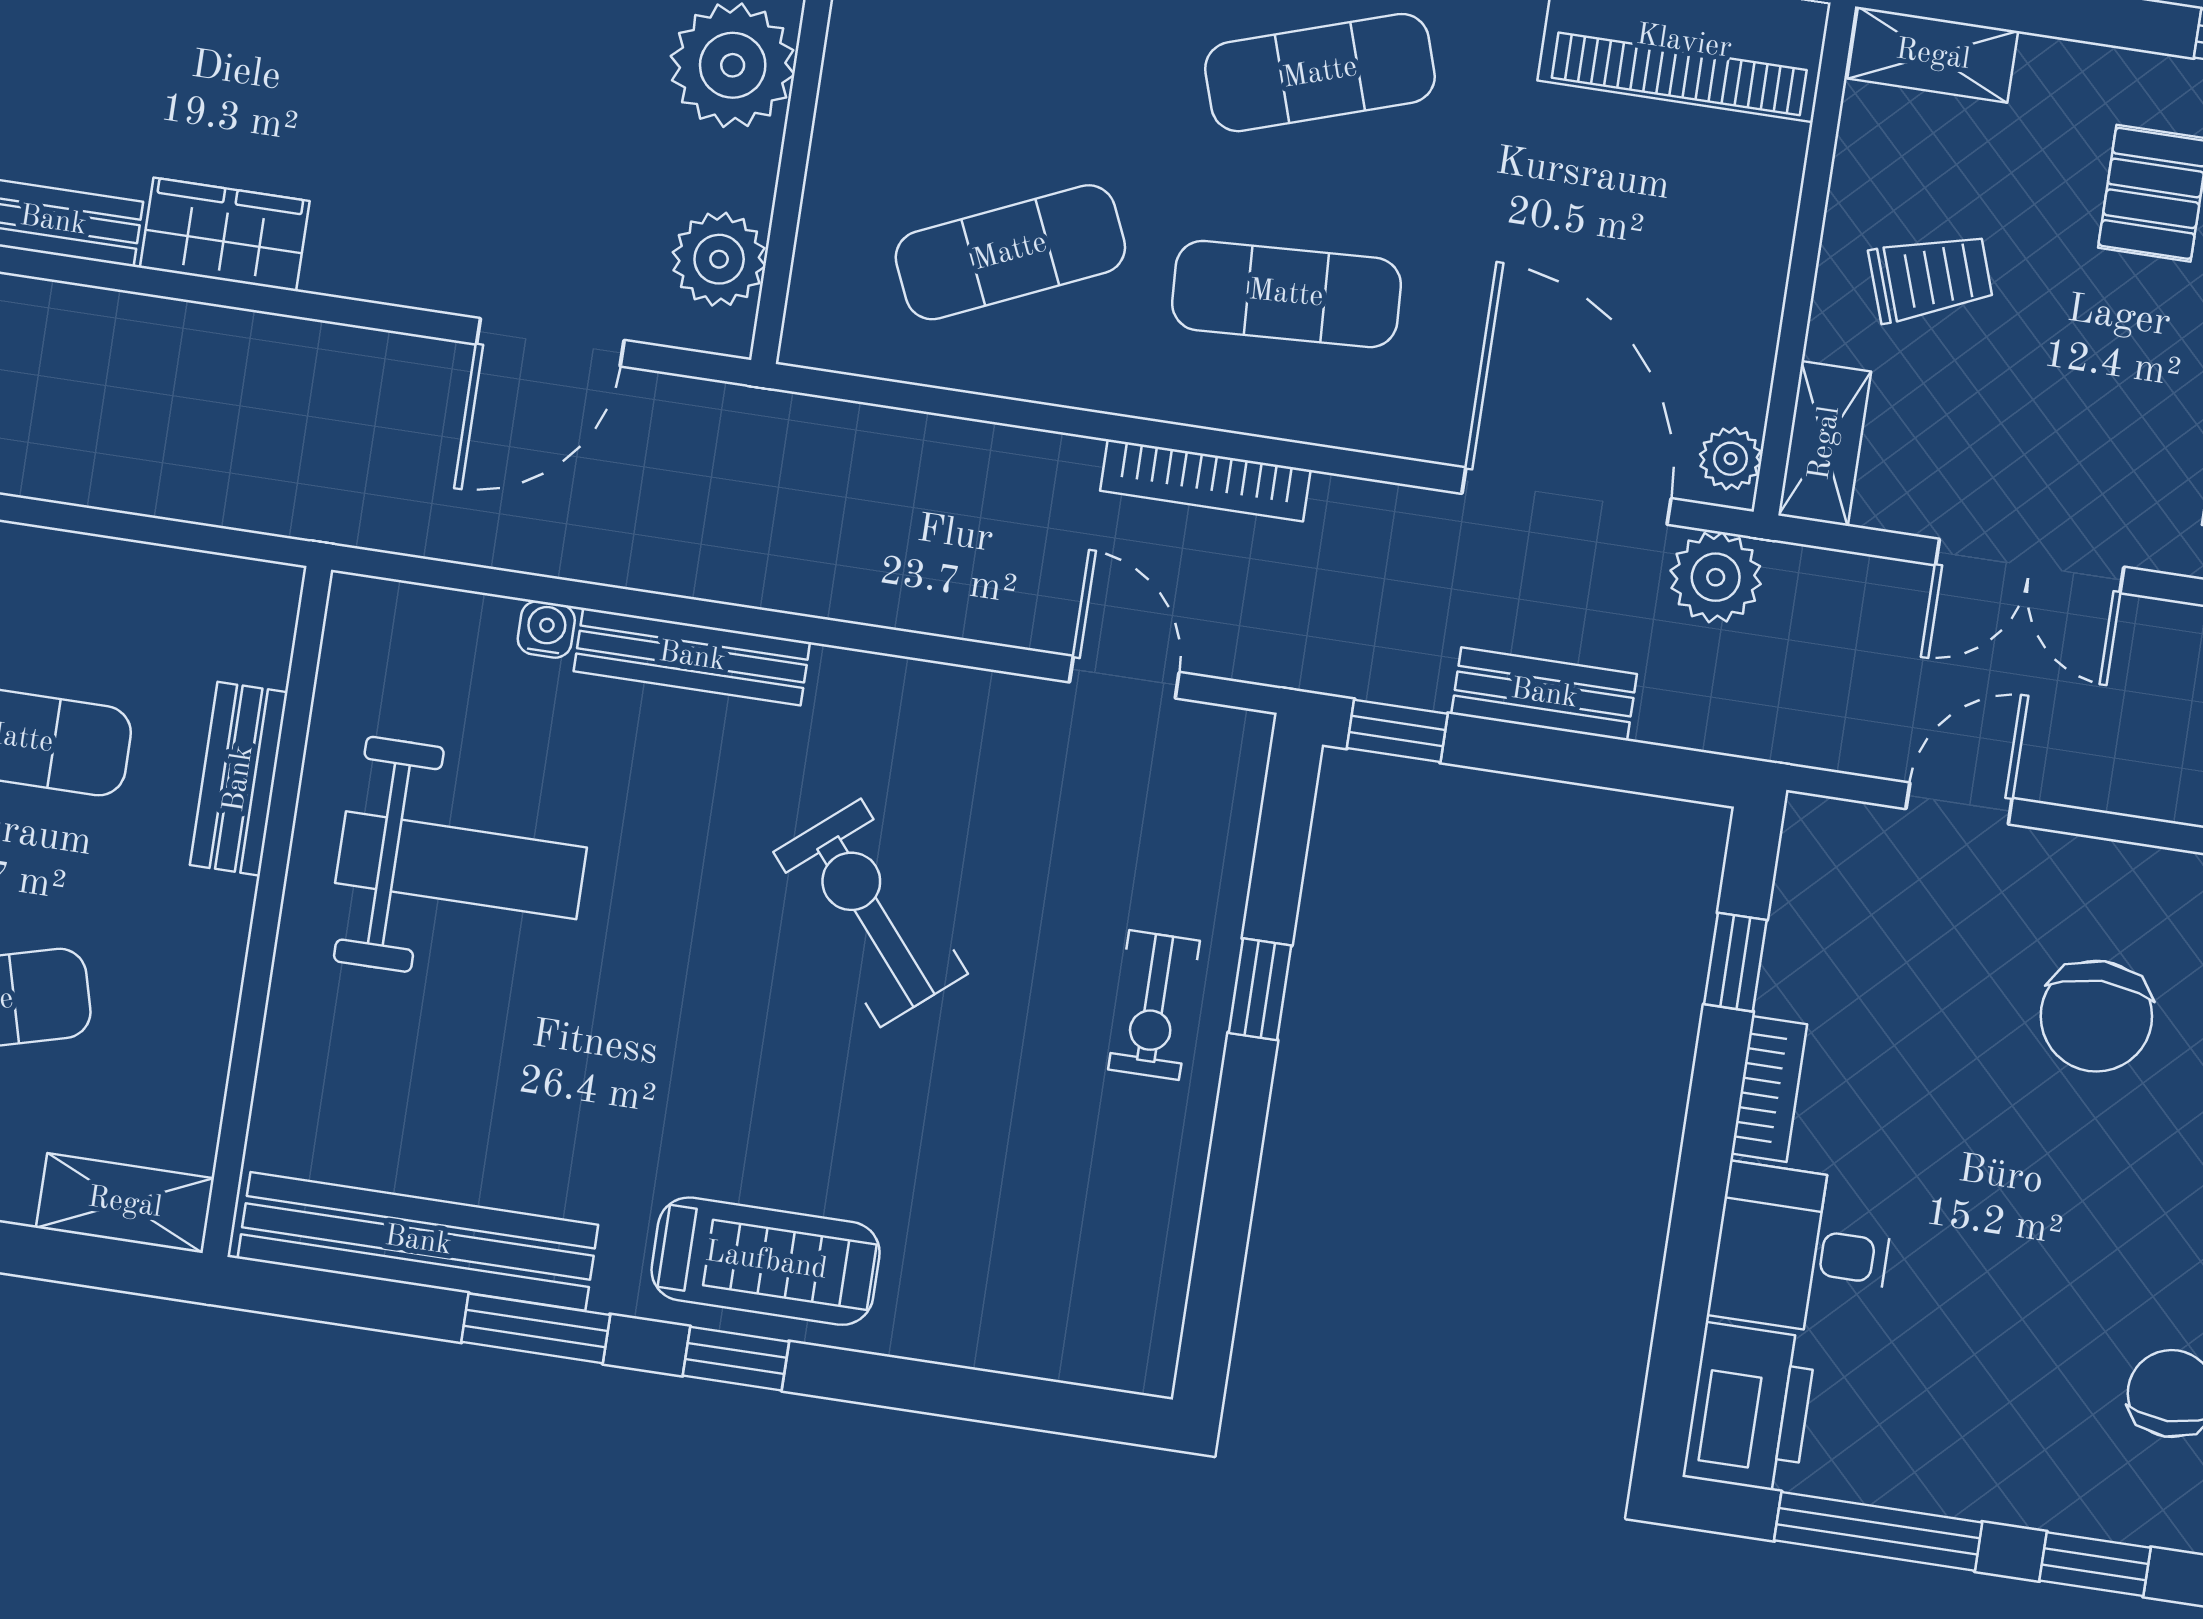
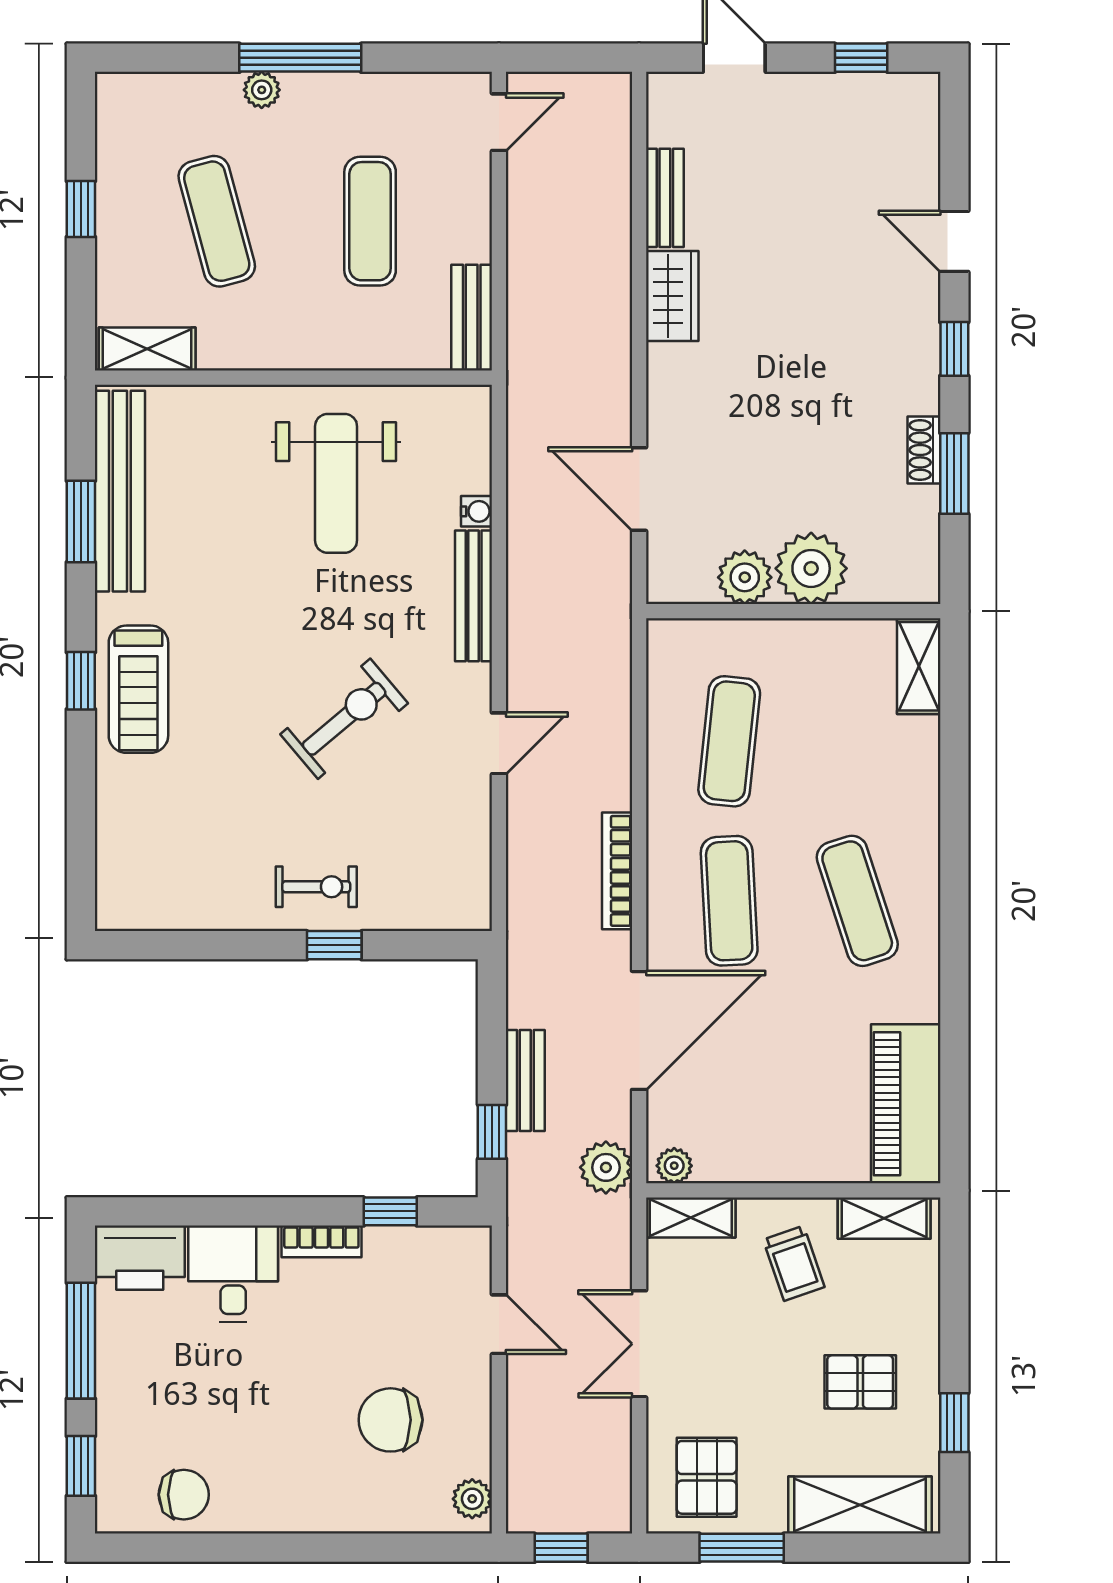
shelving: (1933, 55) -> (884, 1218), moved, turned 90
exercise mat: (1010, 252) -> (729, 741), turned 30
plant: (719, 259) -> (745, 577), moved
door: (1566, 496) -> (639, 1030), moved
door: (1124, 677) -> (499, 743), moved
window: (1397, 731) -> (492, 1132), moved
bench: (239, 779) -> (472, 318), moved, turned 90
exercise bike: (1154, 1005) -> (316, 887), turned 180
shelving: (125, 1203) -> (147, 349), moved, turned 90
window: (536, 1328) -> (81, 521), moved

